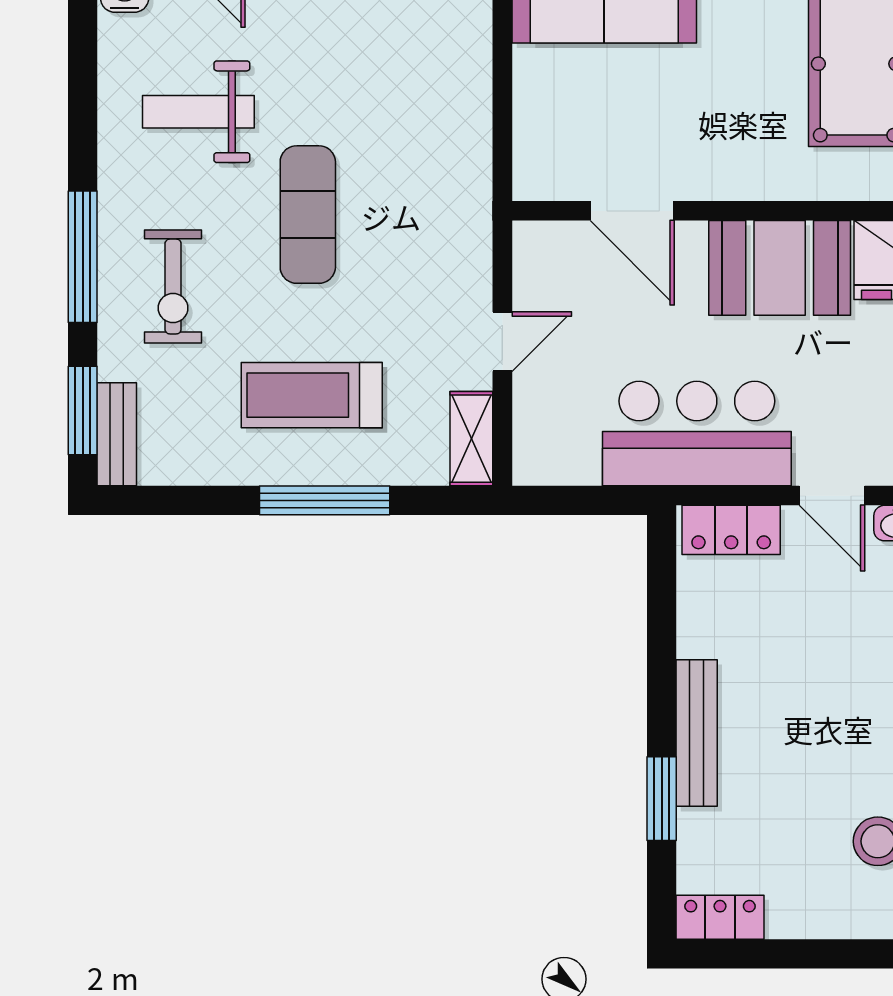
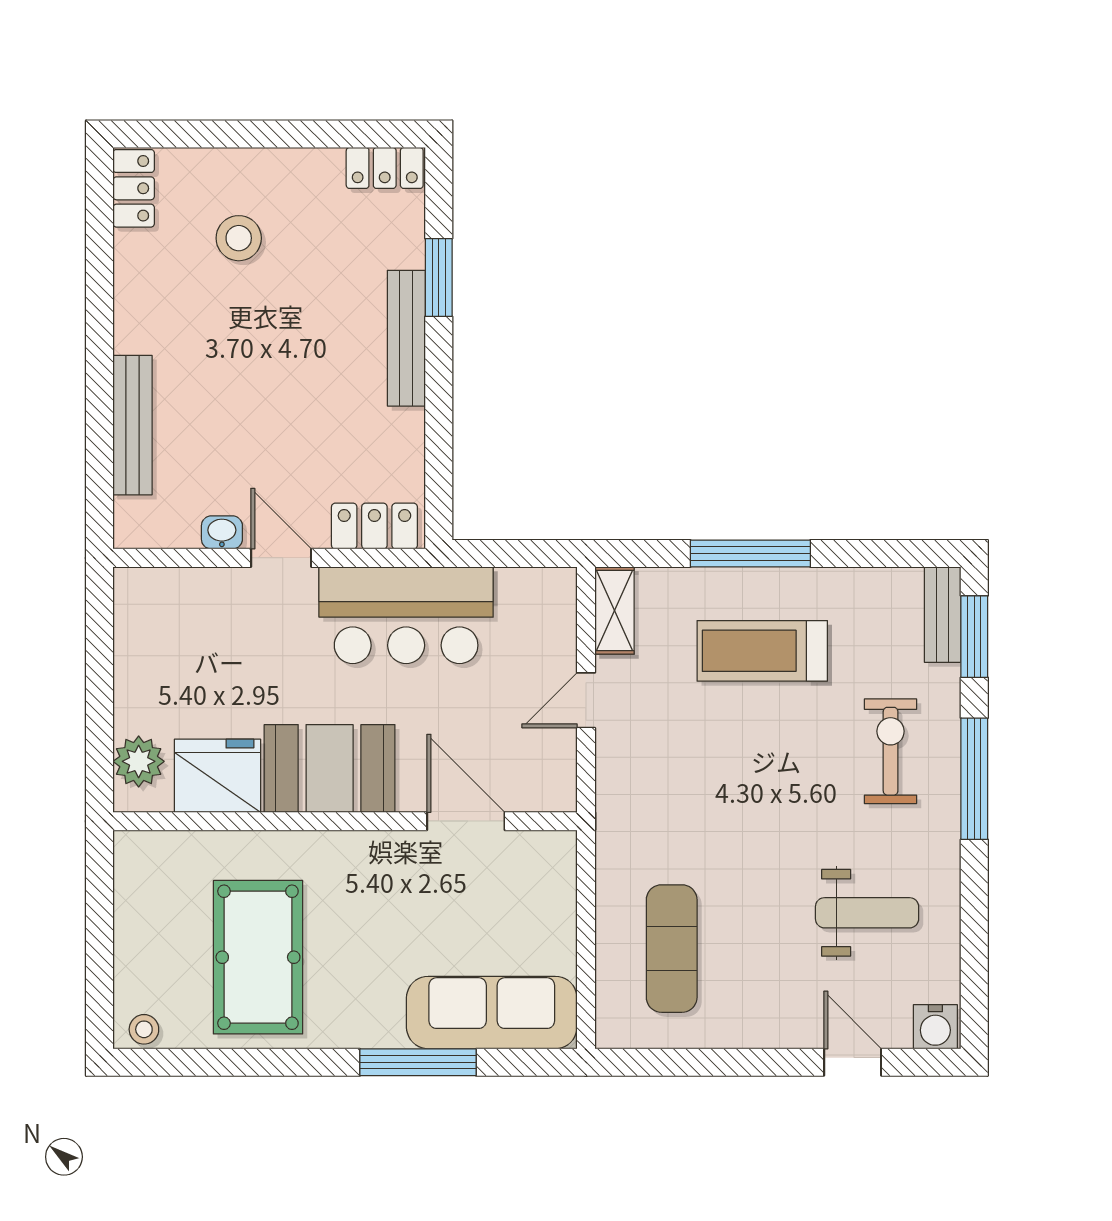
exercise mat: (308, 215) -> (672, 949), moved
treadmill: (312, 395) -> (762, 651), turned 180

